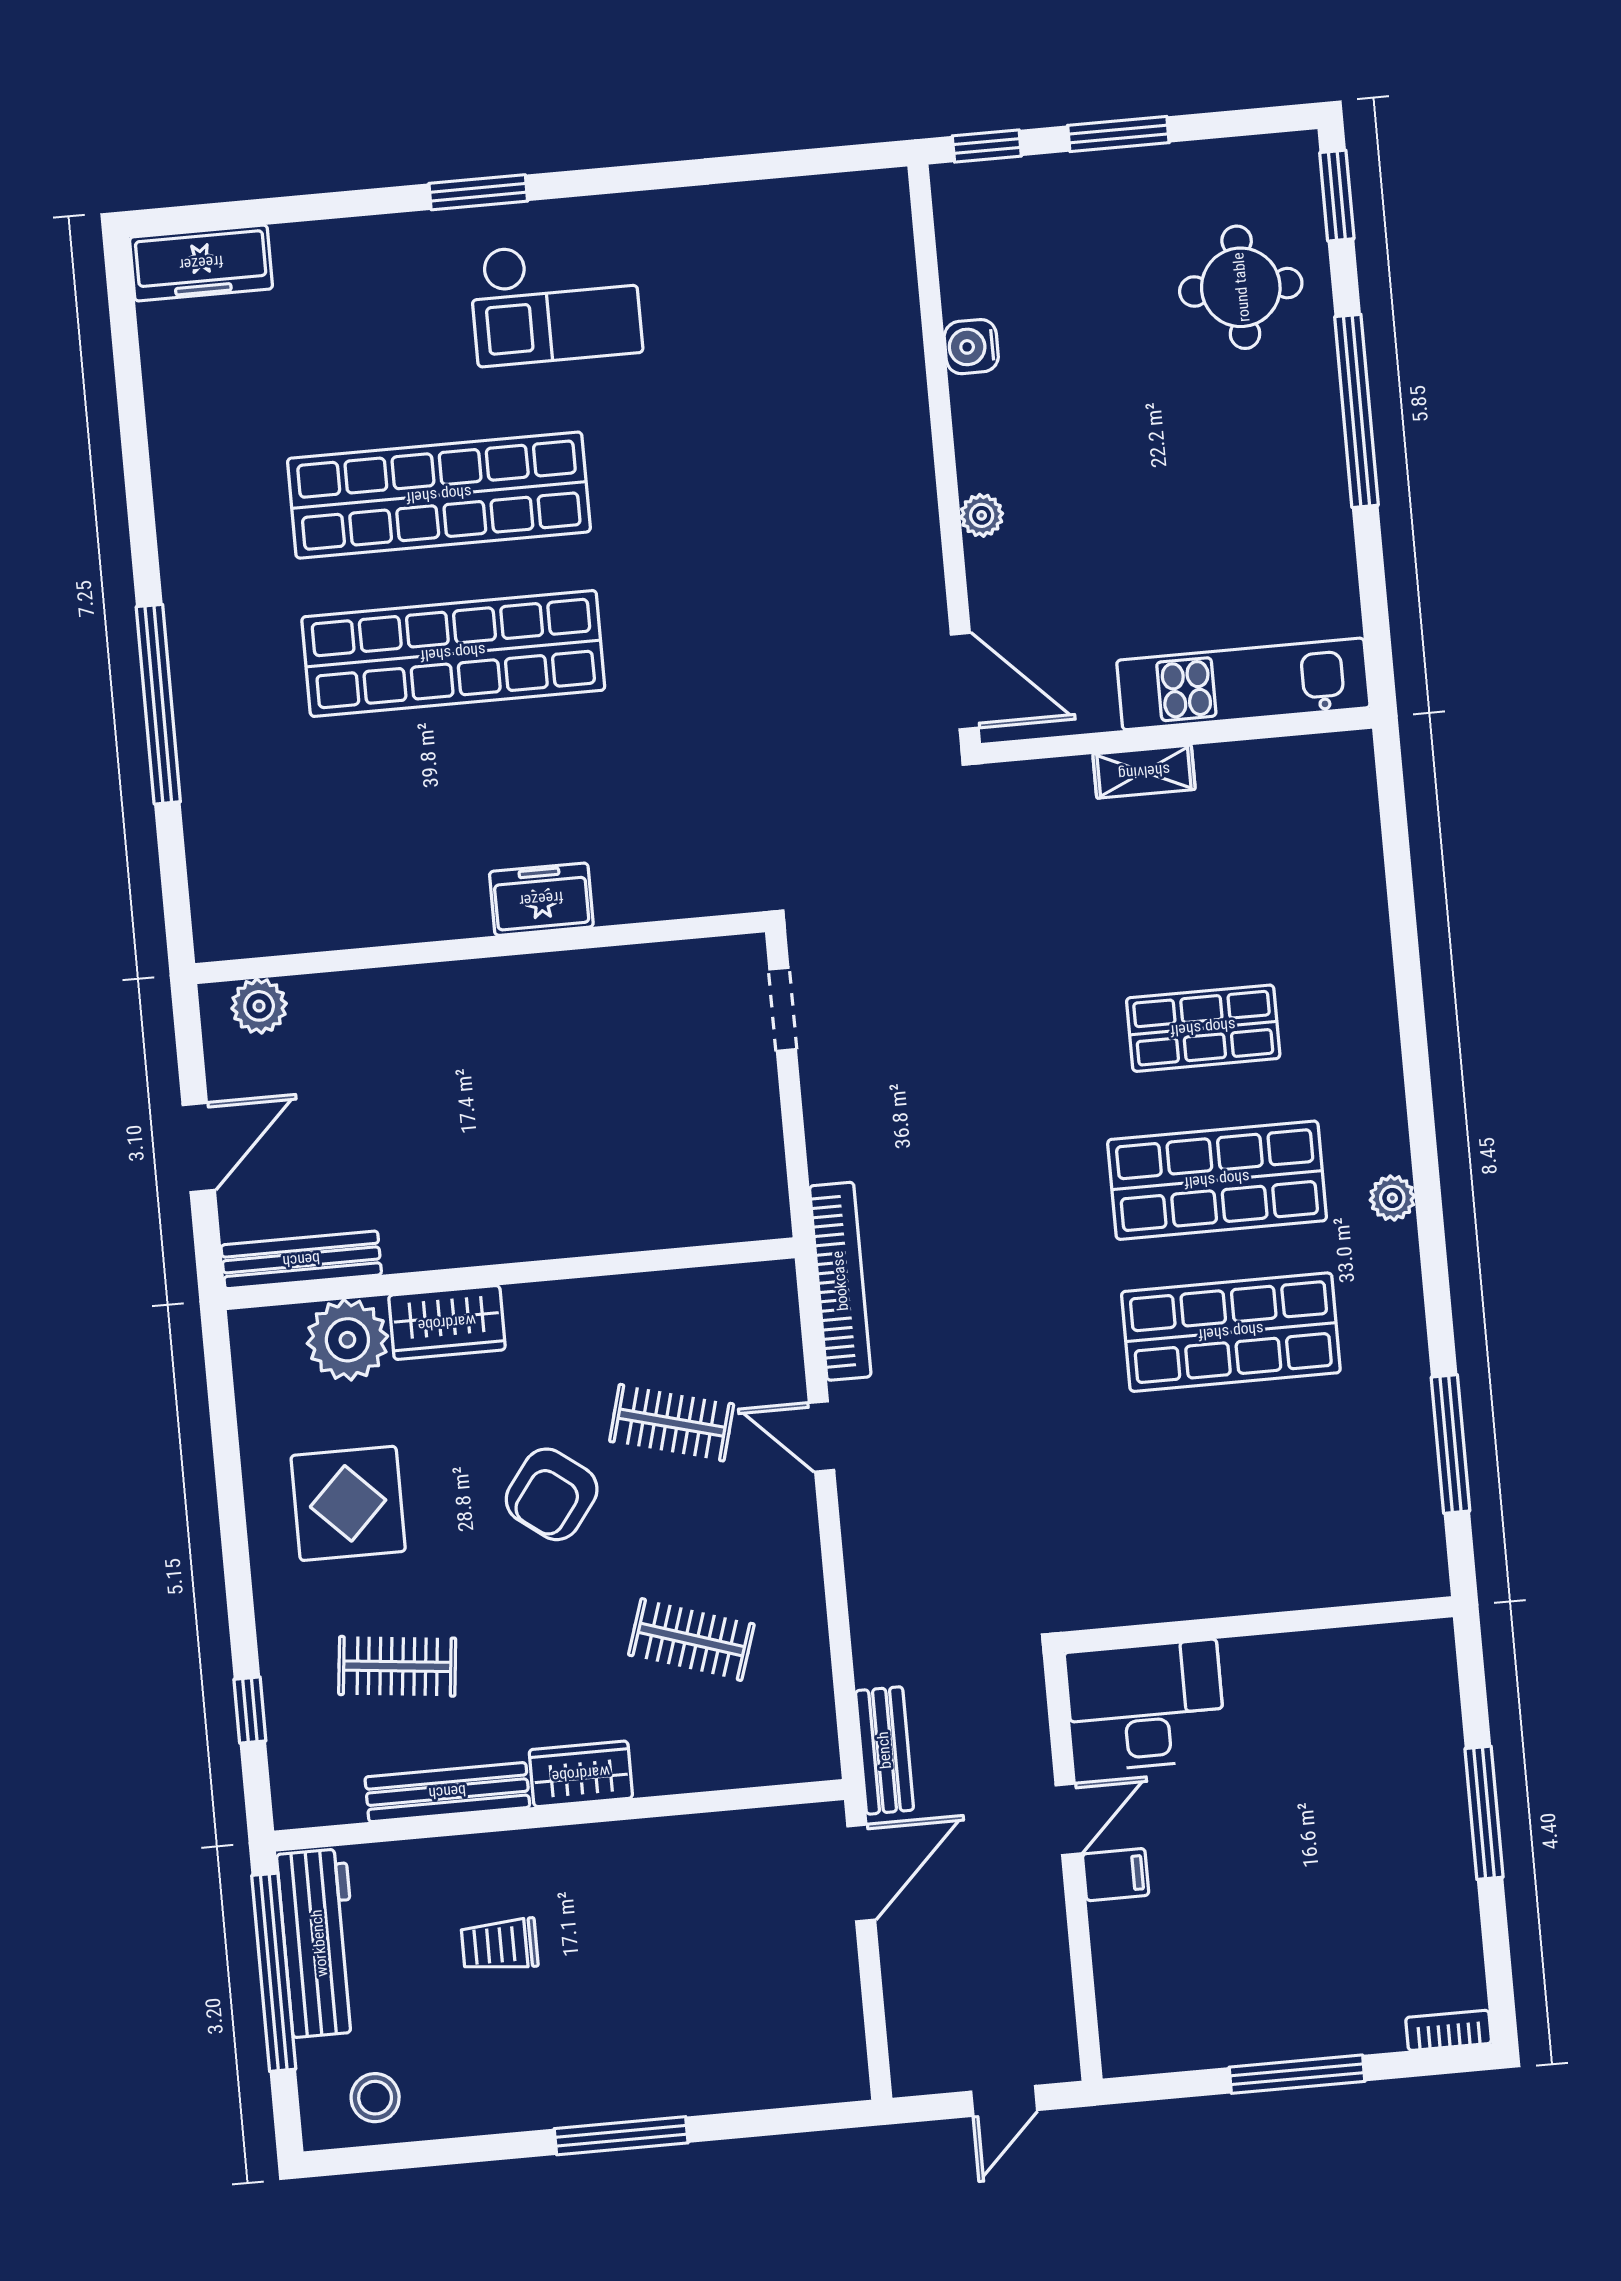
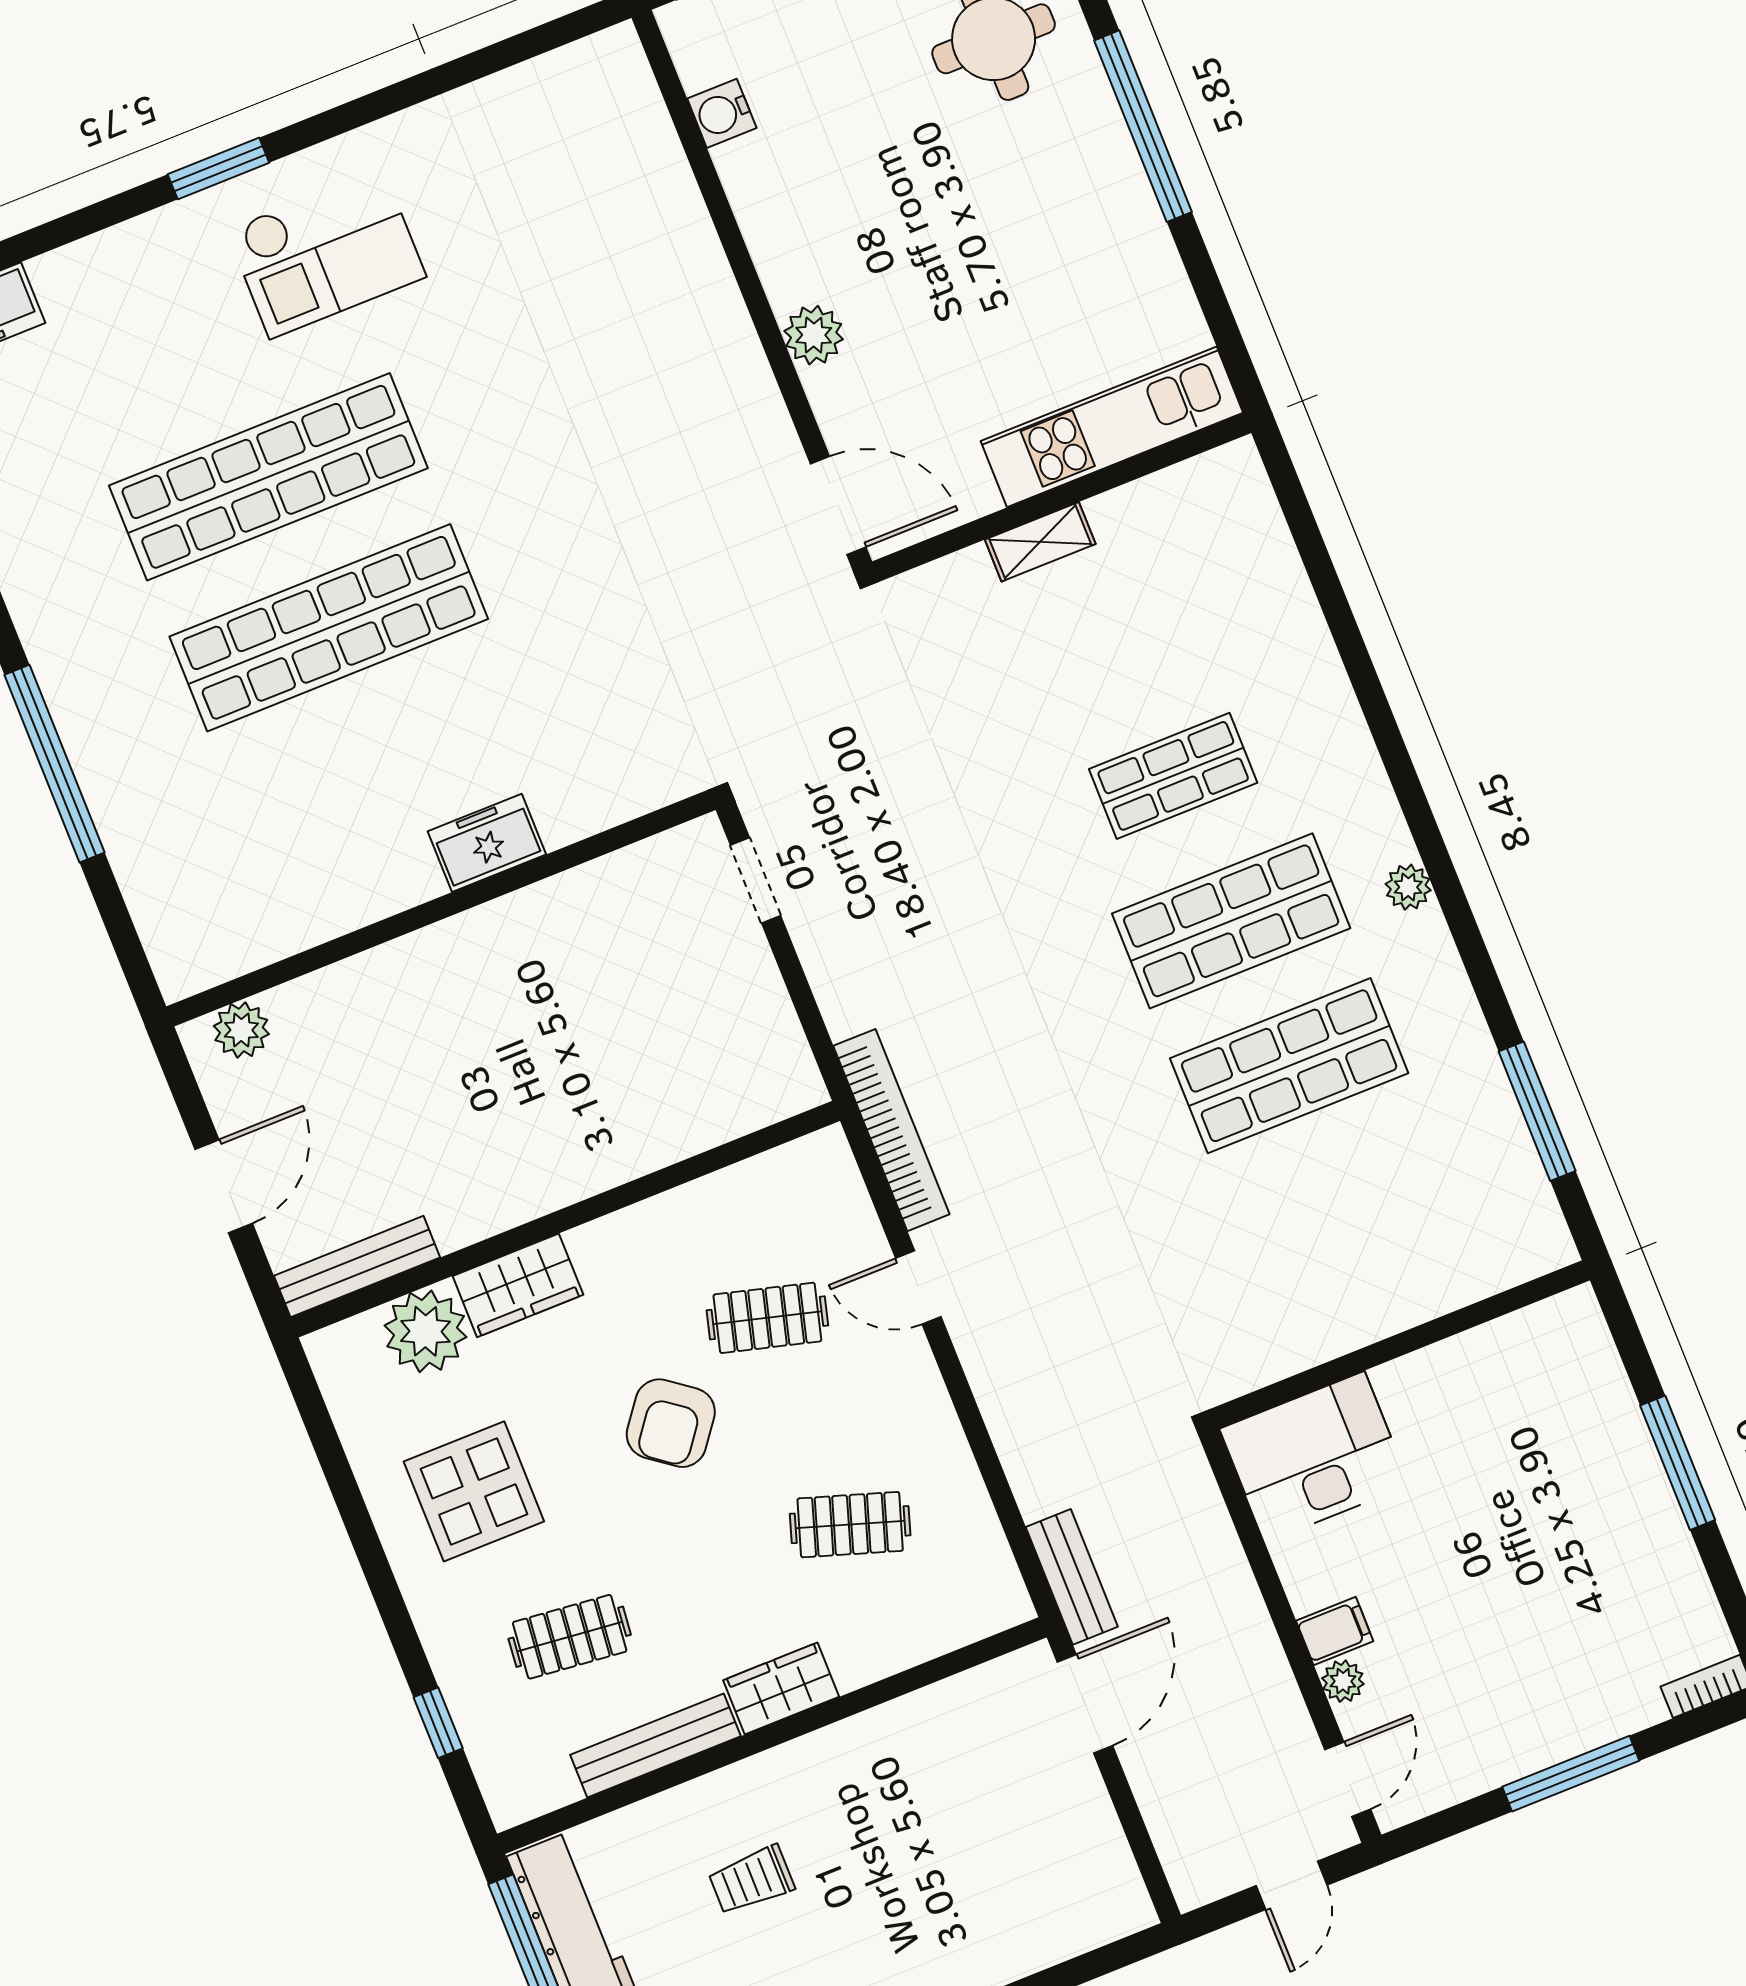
water cooler: (971, 347) -> (722, 113), moved
plant: (982, 515) -> (814, 335), width x1.38, depth x1.38
door: (1068, 1819) -> (1348, 1779), moved
plant: (1109, 1924) -> (1343, 1681), added

